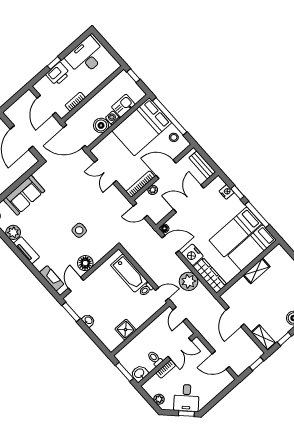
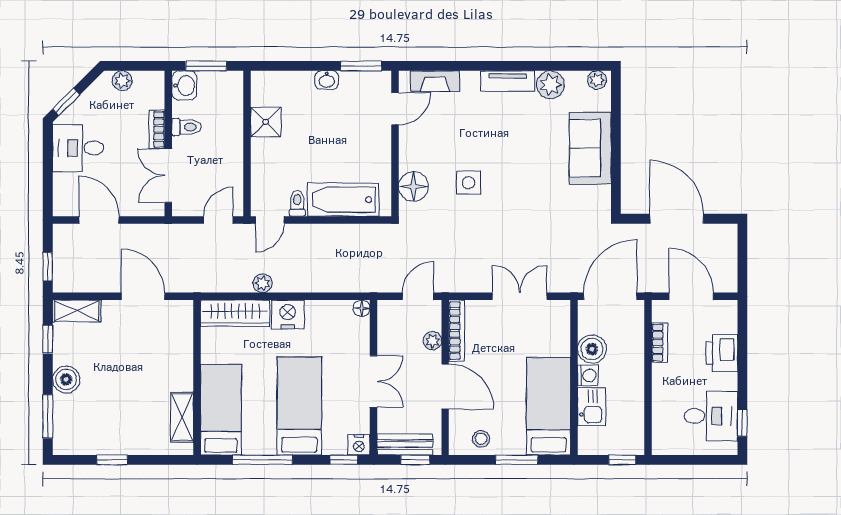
desk: (86, 56) -> (711, 416), width x0.73
window: (54, 63) -> (742, 423), moved
window: (170, 116) -> (517, 460), width x0.47
bed: (142, 127) -> (549, 406), width x0.67
window: (205, 156) -> (415, 460), added
door: (166, 169) -> (445, 386), hinge flipped
nightstand: (227, 192) -> (359, 445), moved
window: (237, 192) -> (344, 460), moved
double door: (189, 199) -> (374, 381), width x0.73
bed: (235, 232) -> (299, 406), moved
door: (170, 244) -> (331, 296), removed
floor lamp: (85, 263) -> (413, 187), moved
shelving: (257, 271) -> (182, 417), moved
plant: (189, 281) -> (263, 283), width x0.53, depth x0.53
door: (76, 284) -> (395, 109), hinge flipped
door: (180, 314) -> (218, 220), hinge flipped
door: (221, 360) -> (99, 220), hinge flipped
desk: (186, 398) -> (78, 148), moved, turned -45

